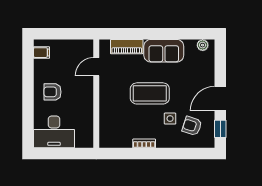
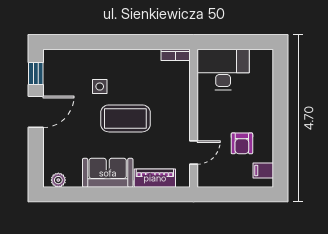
armchair: (52, 92) -> (242, 143), moved, turned 90
armchair: (192, 126) -> (72, 77), removed
desk: (54, 132) -> (223, 69), moved
bookcase: (144, 143) -> (176, 55), moved

